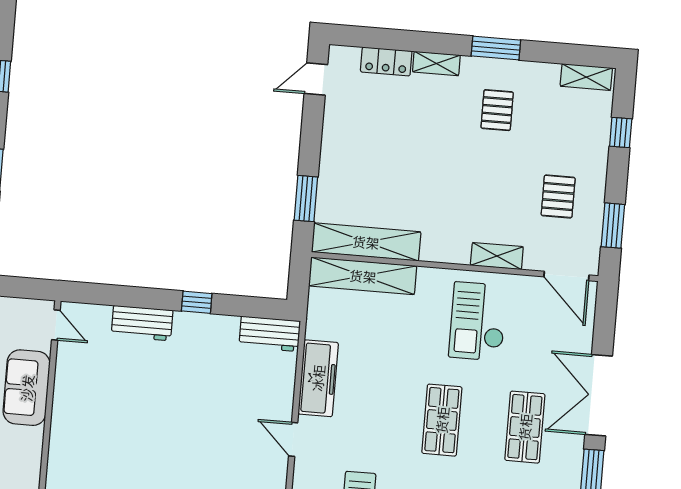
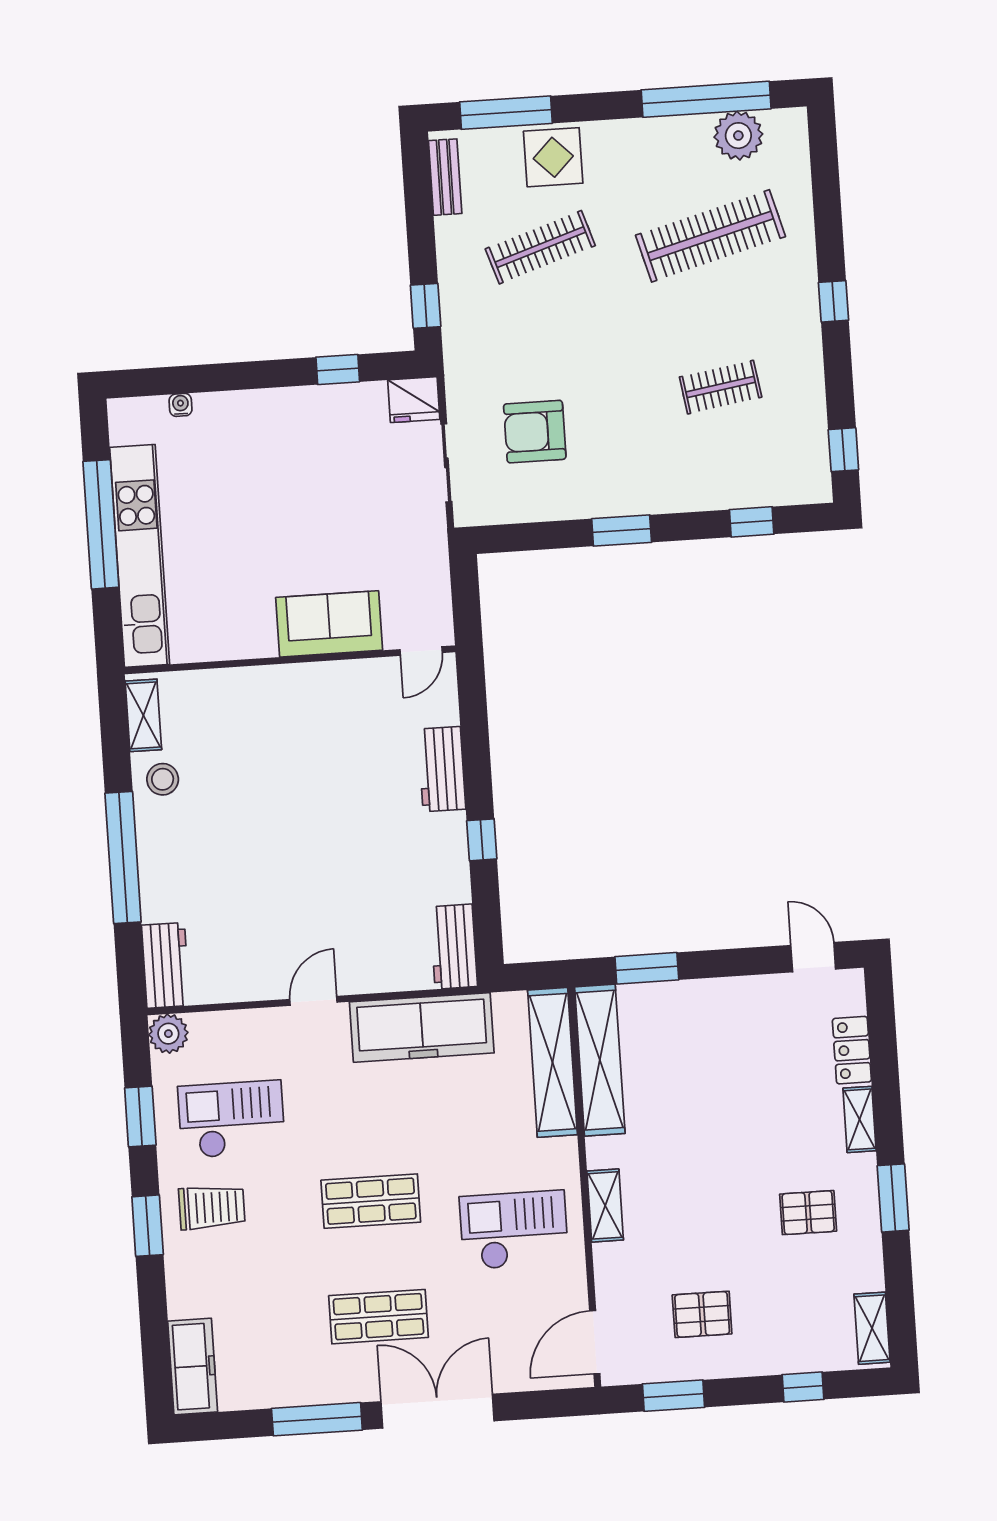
shelving: (497, 256) -> (605, 1205), moved
freezer: (318, 378) -> (422, 1027), width x1.36, depth x1.26

